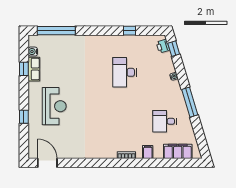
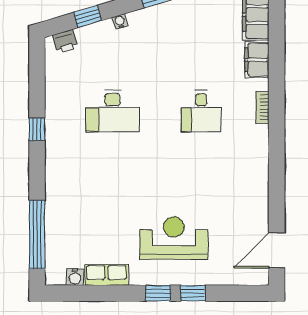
window: (130, 31) -> (37, 129), moved
window: (174, 49) -> (88, 16), moved
window: (24, 69) -> (158, 293), moved
desk: (165, 121) -> (201, 111), moved
filing cabinet: (148, 152) -> (257, 60), width x2.00

